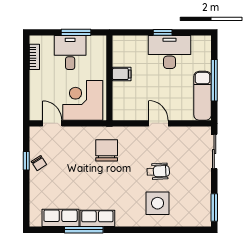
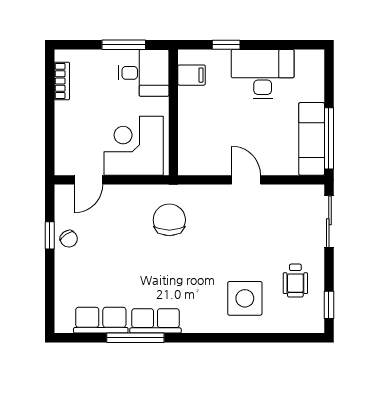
window: (163, 32) -> (226, 45), moved
desk: (70, 53) -> (143, 73), moved, turned 90
filing cabinet: (122, 74) -> (192, 75), moved
window: (214, 80) -> (329, 138), moved
door: (52, 123) -> (88, 180), swing flipped
wheelchair: (158, 171) -> (295, 281), moved, turned 93
window: (214, 208) -> (329, 305), width x0.67

